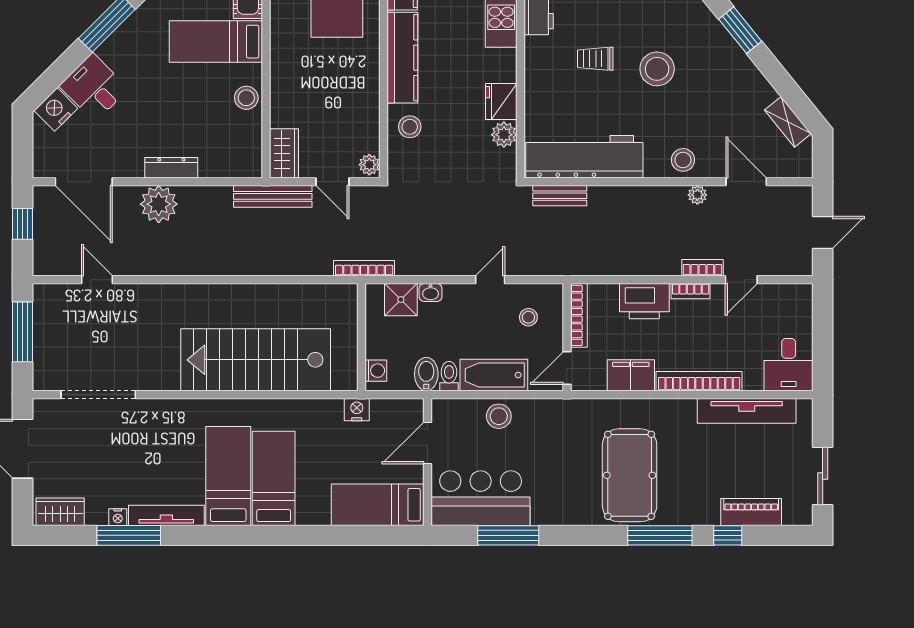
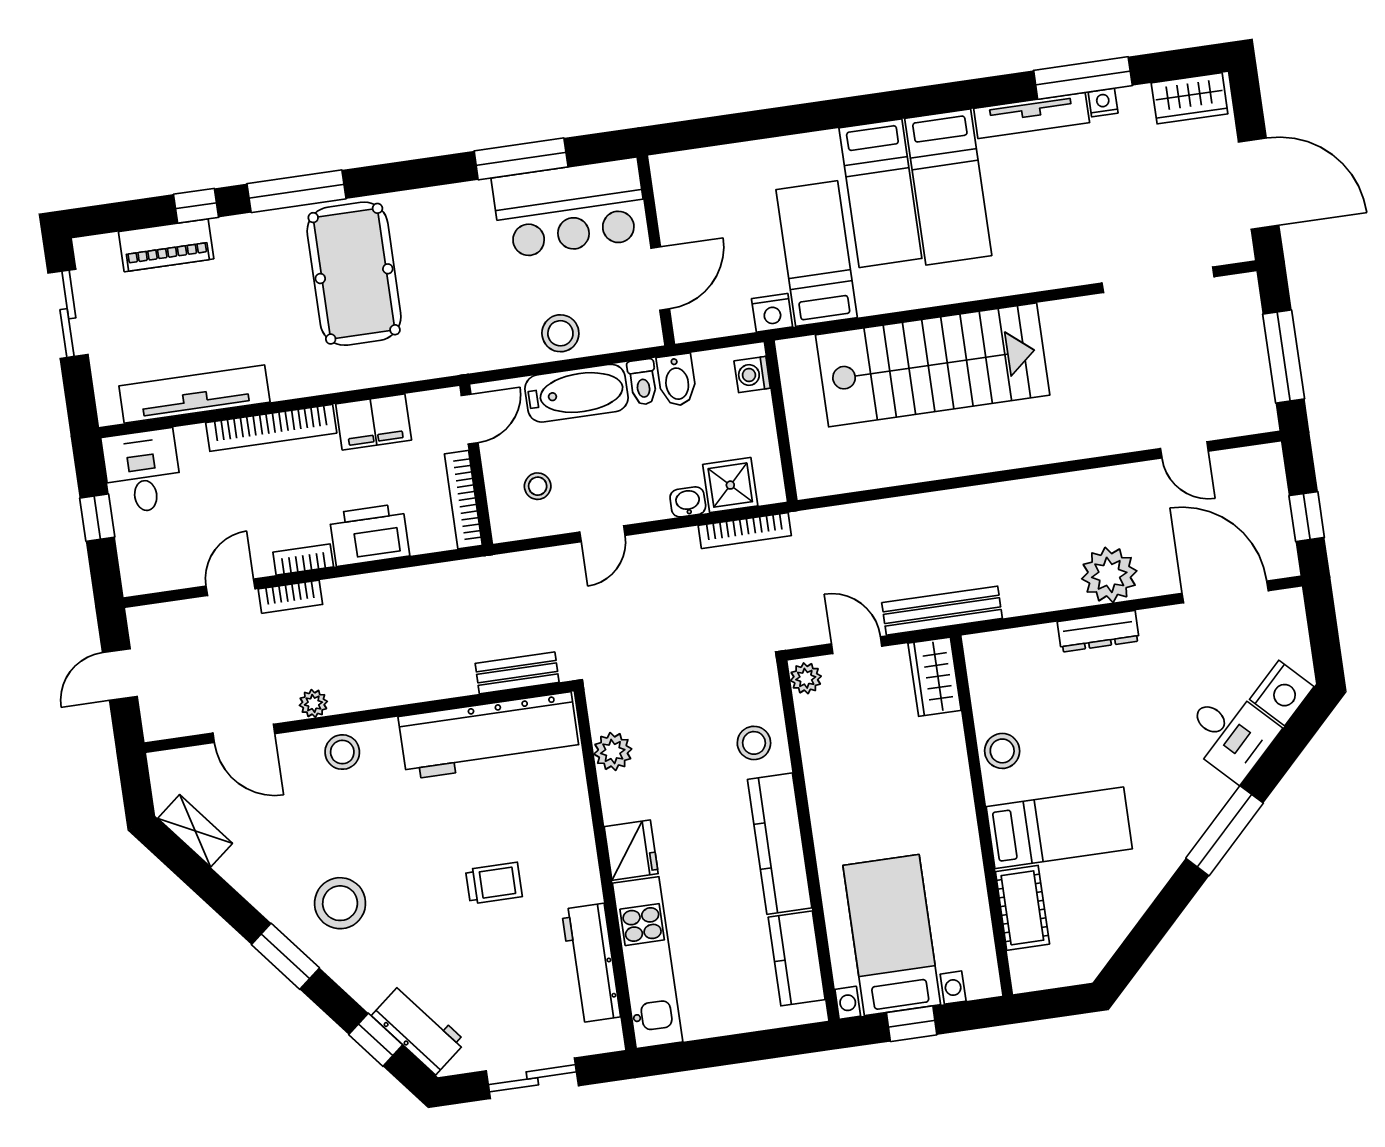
stool: (657, 69) -> (340, 903), moved
fridge: (501, 102) -> (631, 850), moved
bookcase: (364, 268) -> (745, 531), moved
window: (823, 338) -> (97, 518), added
bed: (378, 505) -> (817, 254), moved, turned -90

